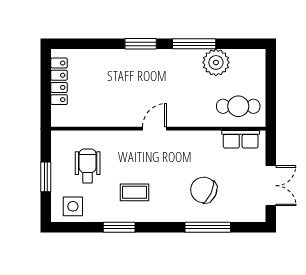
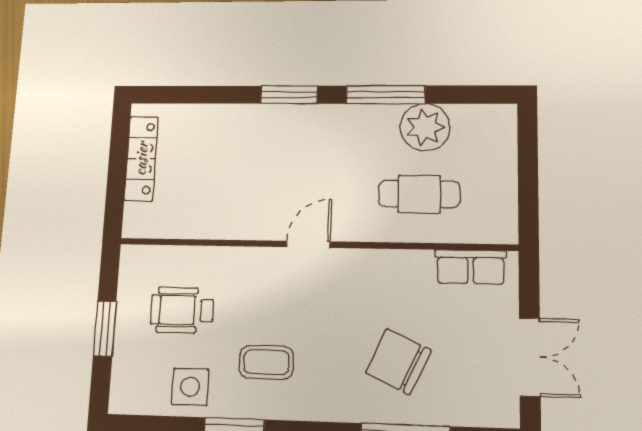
cafe table: (238, 106) -> (419, 194), moved
wheelchair: (88, 166) -> (182, 310), turned -90
side table: (73, 206) -> (190, 387), moved

